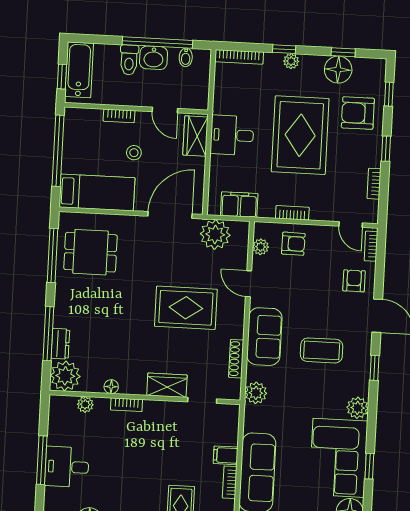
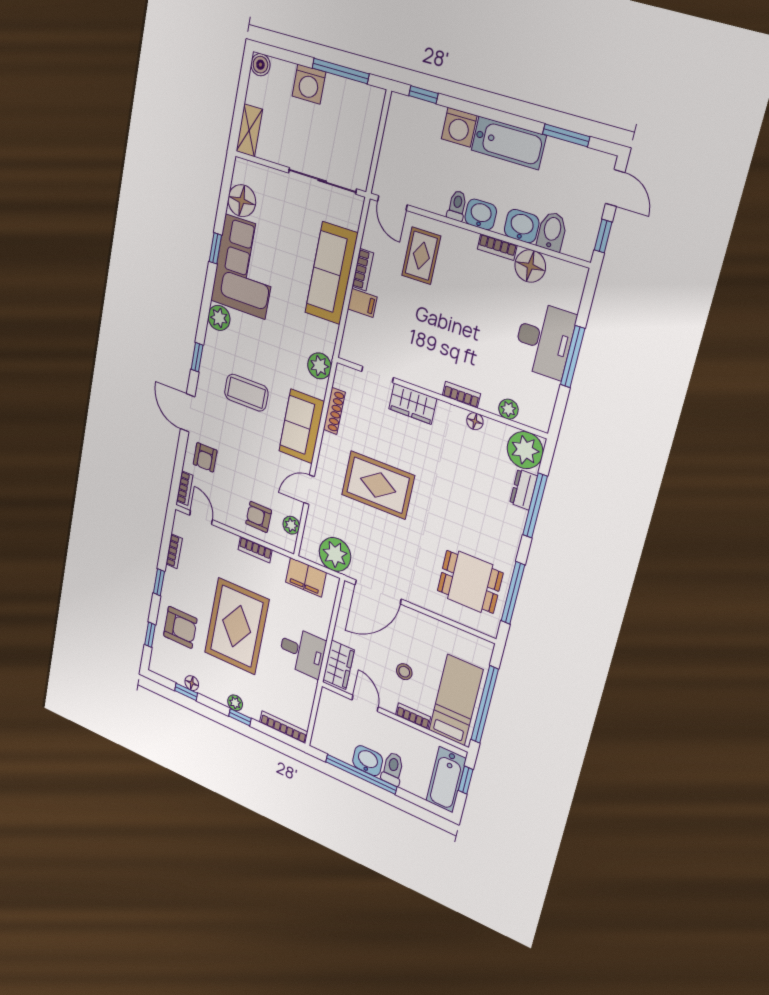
bidet: (186, 57) -> (336, 748), removed
floor lamp: (338, 70) -> (192, 683), width x0.53, depth x0.53
bed: (97, 192) -> (456, 700), moved, turned 90
door: (249, 284) -> (309, 490), swing flipped
desk: (67, 467) -> (544, 340), width x1.37

